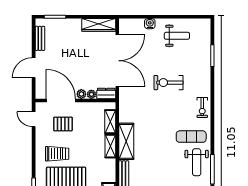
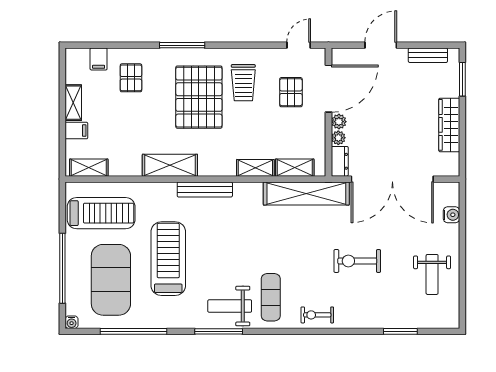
water cooler: (150, 24) -> (451, 215), moved
wardrobe: (99, 25) -> (449, 125), moved
door: (34, 68) -> (381, 45), hinge flipped
exercise bike: (169, 83) -> (357, 261), turned -90
shelving: (126, 141) -> (306, 193), moved, width x1.47

